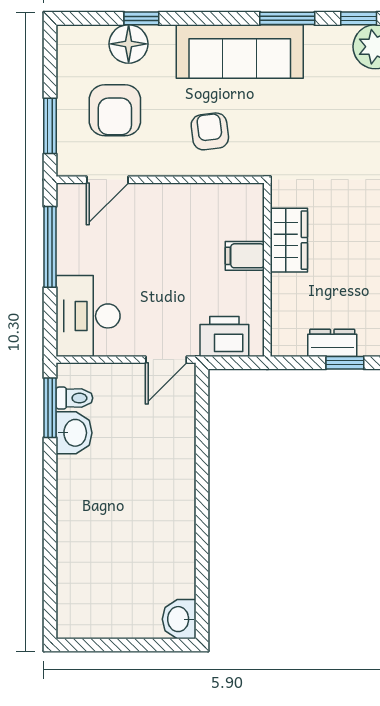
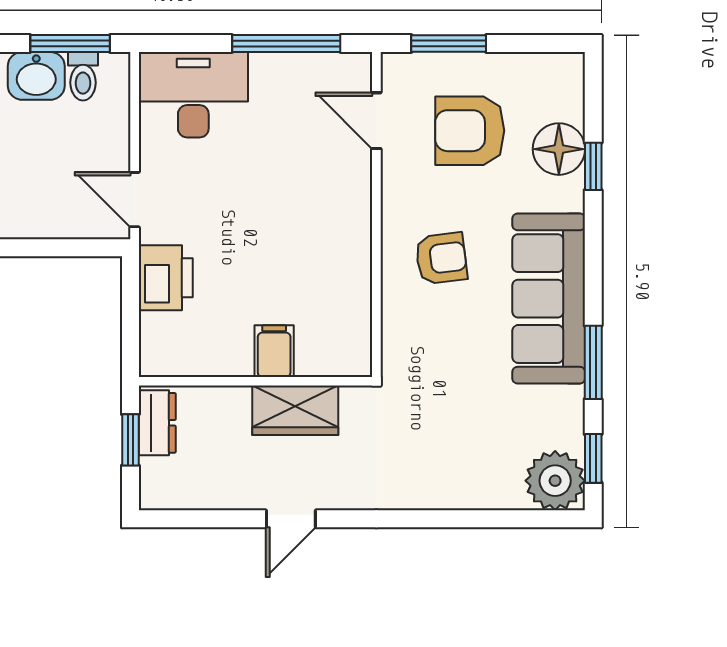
wardrobe: (289, 240) -> (295, 410), moved
filing cabinet: (245, 256) -> (274, 351), moved
wall: (267, 270) -> (256, 381), moved

